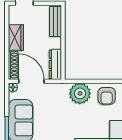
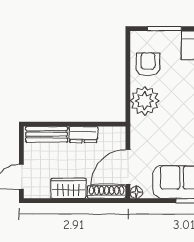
dresser: (55, 64) -> (83, 134), moved, width x0.70
armchair: (107, 96) -> (148, 64), turned -90

